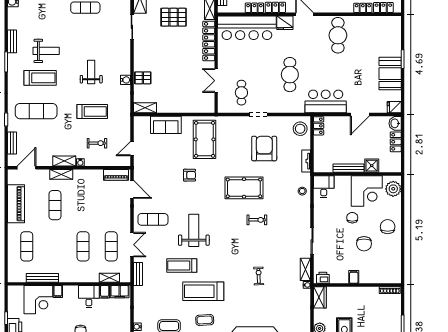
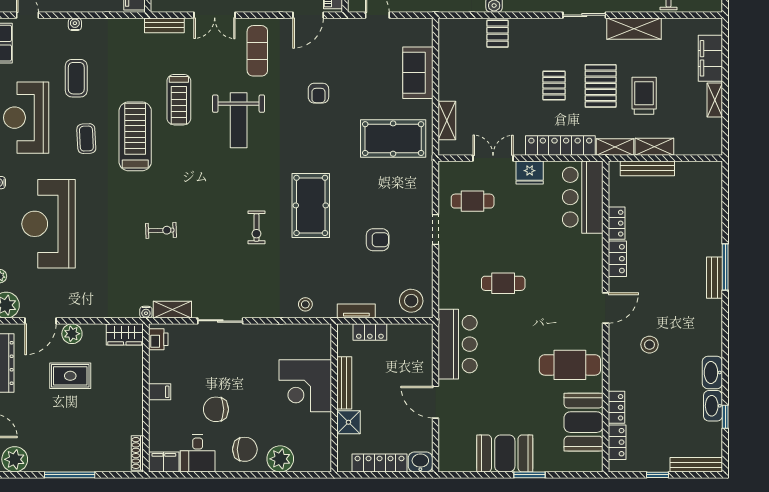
fridge: (285, 23) -> (530, 172), moved, turned -90
booth: (372, 27) -> (584, 422), added
bar counter: (247, 28) -> (583, 197), width x0.73
pallet: (173, 45) -> (554, 86), added
cafe table: (290, 75) -> (503, 283), width x0.73, depth x0.74
fridge: (394, 107) -> (448, 460), removed
shelving: (145, 108) -> (447, 120), moved
locker: (319, 126) -> (370, 332), moved
locker: (396, 142) -> (380, 463), width x1.53
armchair: (264, 149) -> (378, 240), width x0.53, depth x0.53
armchair: (189, 175) -> (318, 93), moved
desk: (324, 187) -> (198, 454), moved, turned 90
plant: (393, 189) -> (280, 459), moved
corner desk: (367, 191) -> (305, 386), moved
chair: (352, 218) -> (260, 389), removed
weight bench: (194, 230) -> (239, 120), turned 90
treadmill: (182, 266) -> (179, 100), turned 180
filing cabinet: (395, 274) -> (164, 462), added

